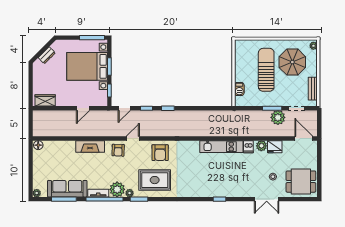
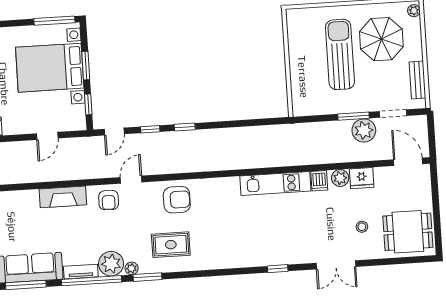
barbecue: (239, 89) -> (298, 88), removed
armchair: (160, 153) -> (177, 200), turned -90
rug: (155, 180) -> (171, 245), width x0.73, depth x0.70
double door: (267, 199) -> (336, 265), moved

